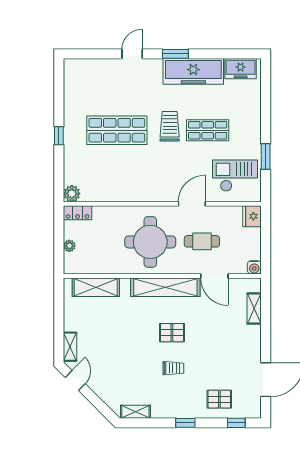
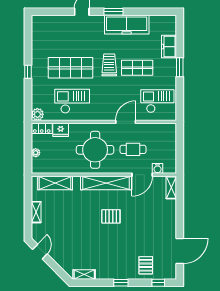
freezer: (241, 69) -> (169, 47), moved, turned 90
window: (266, 156) -> (180, 67), moved
checkout: (119, 176) -> (72, 101), added
fridge: (252, 216) -> (61, 130), moved, turned -90
water cooler: (254, 267) -> (158, 168), moved
door: (214, 276) -> (142, 175), hinge flipped
shelving: (254, 309) -> (171, 188), moved
shelving: (70, 347) -> (36, 212), moved
trolley: (173, 368) -> (112, 243), removed
pallet: (219, 399) -> (146, 265), turned 90

